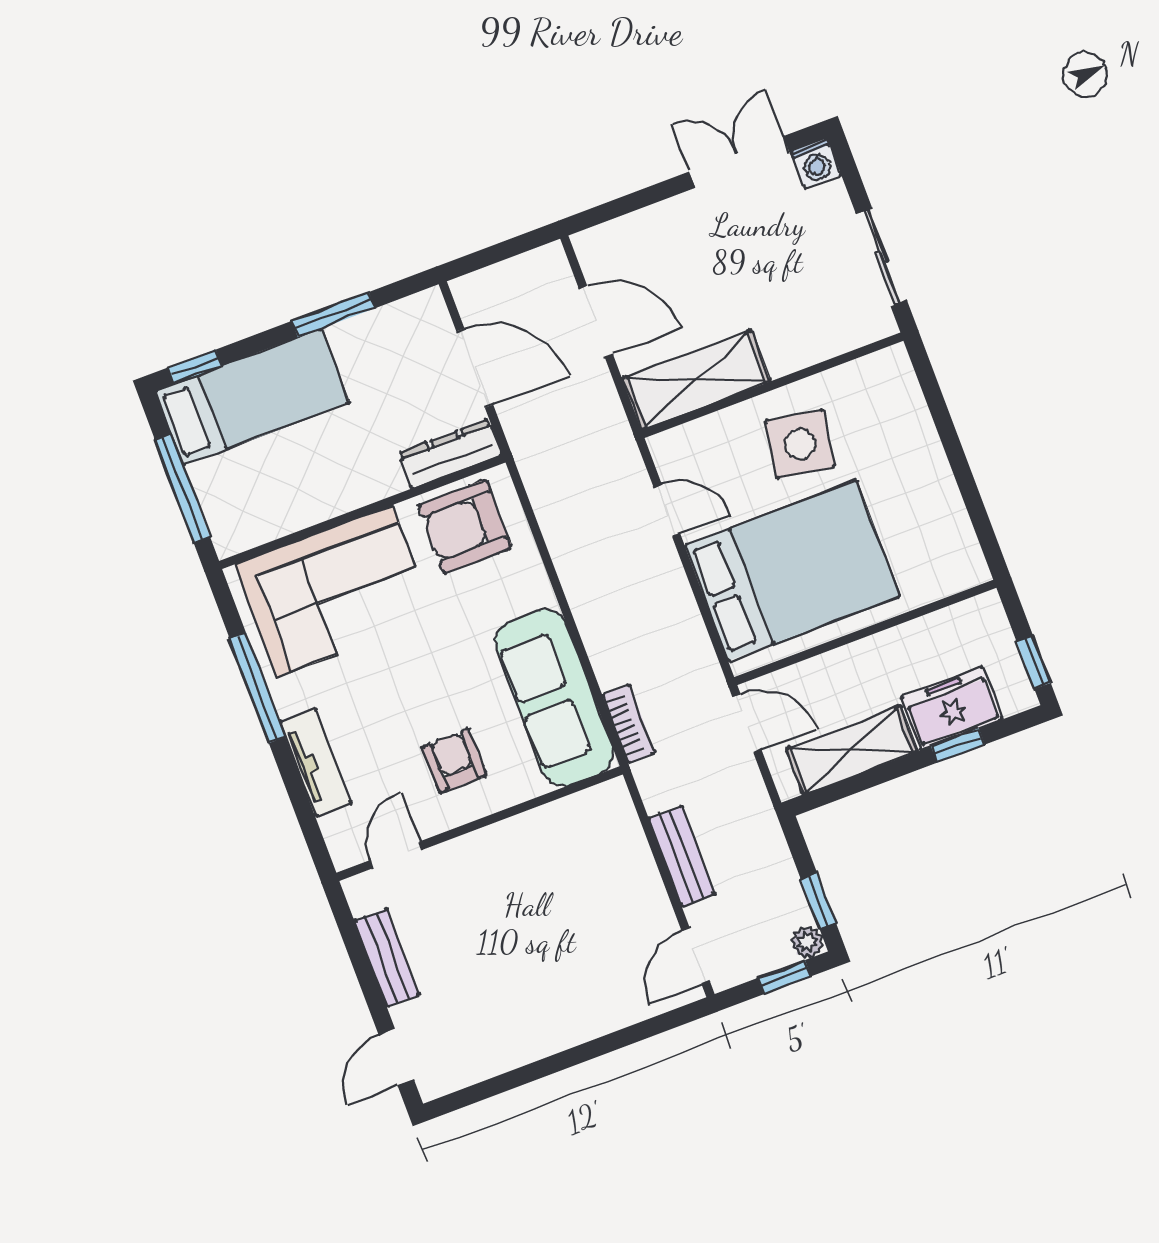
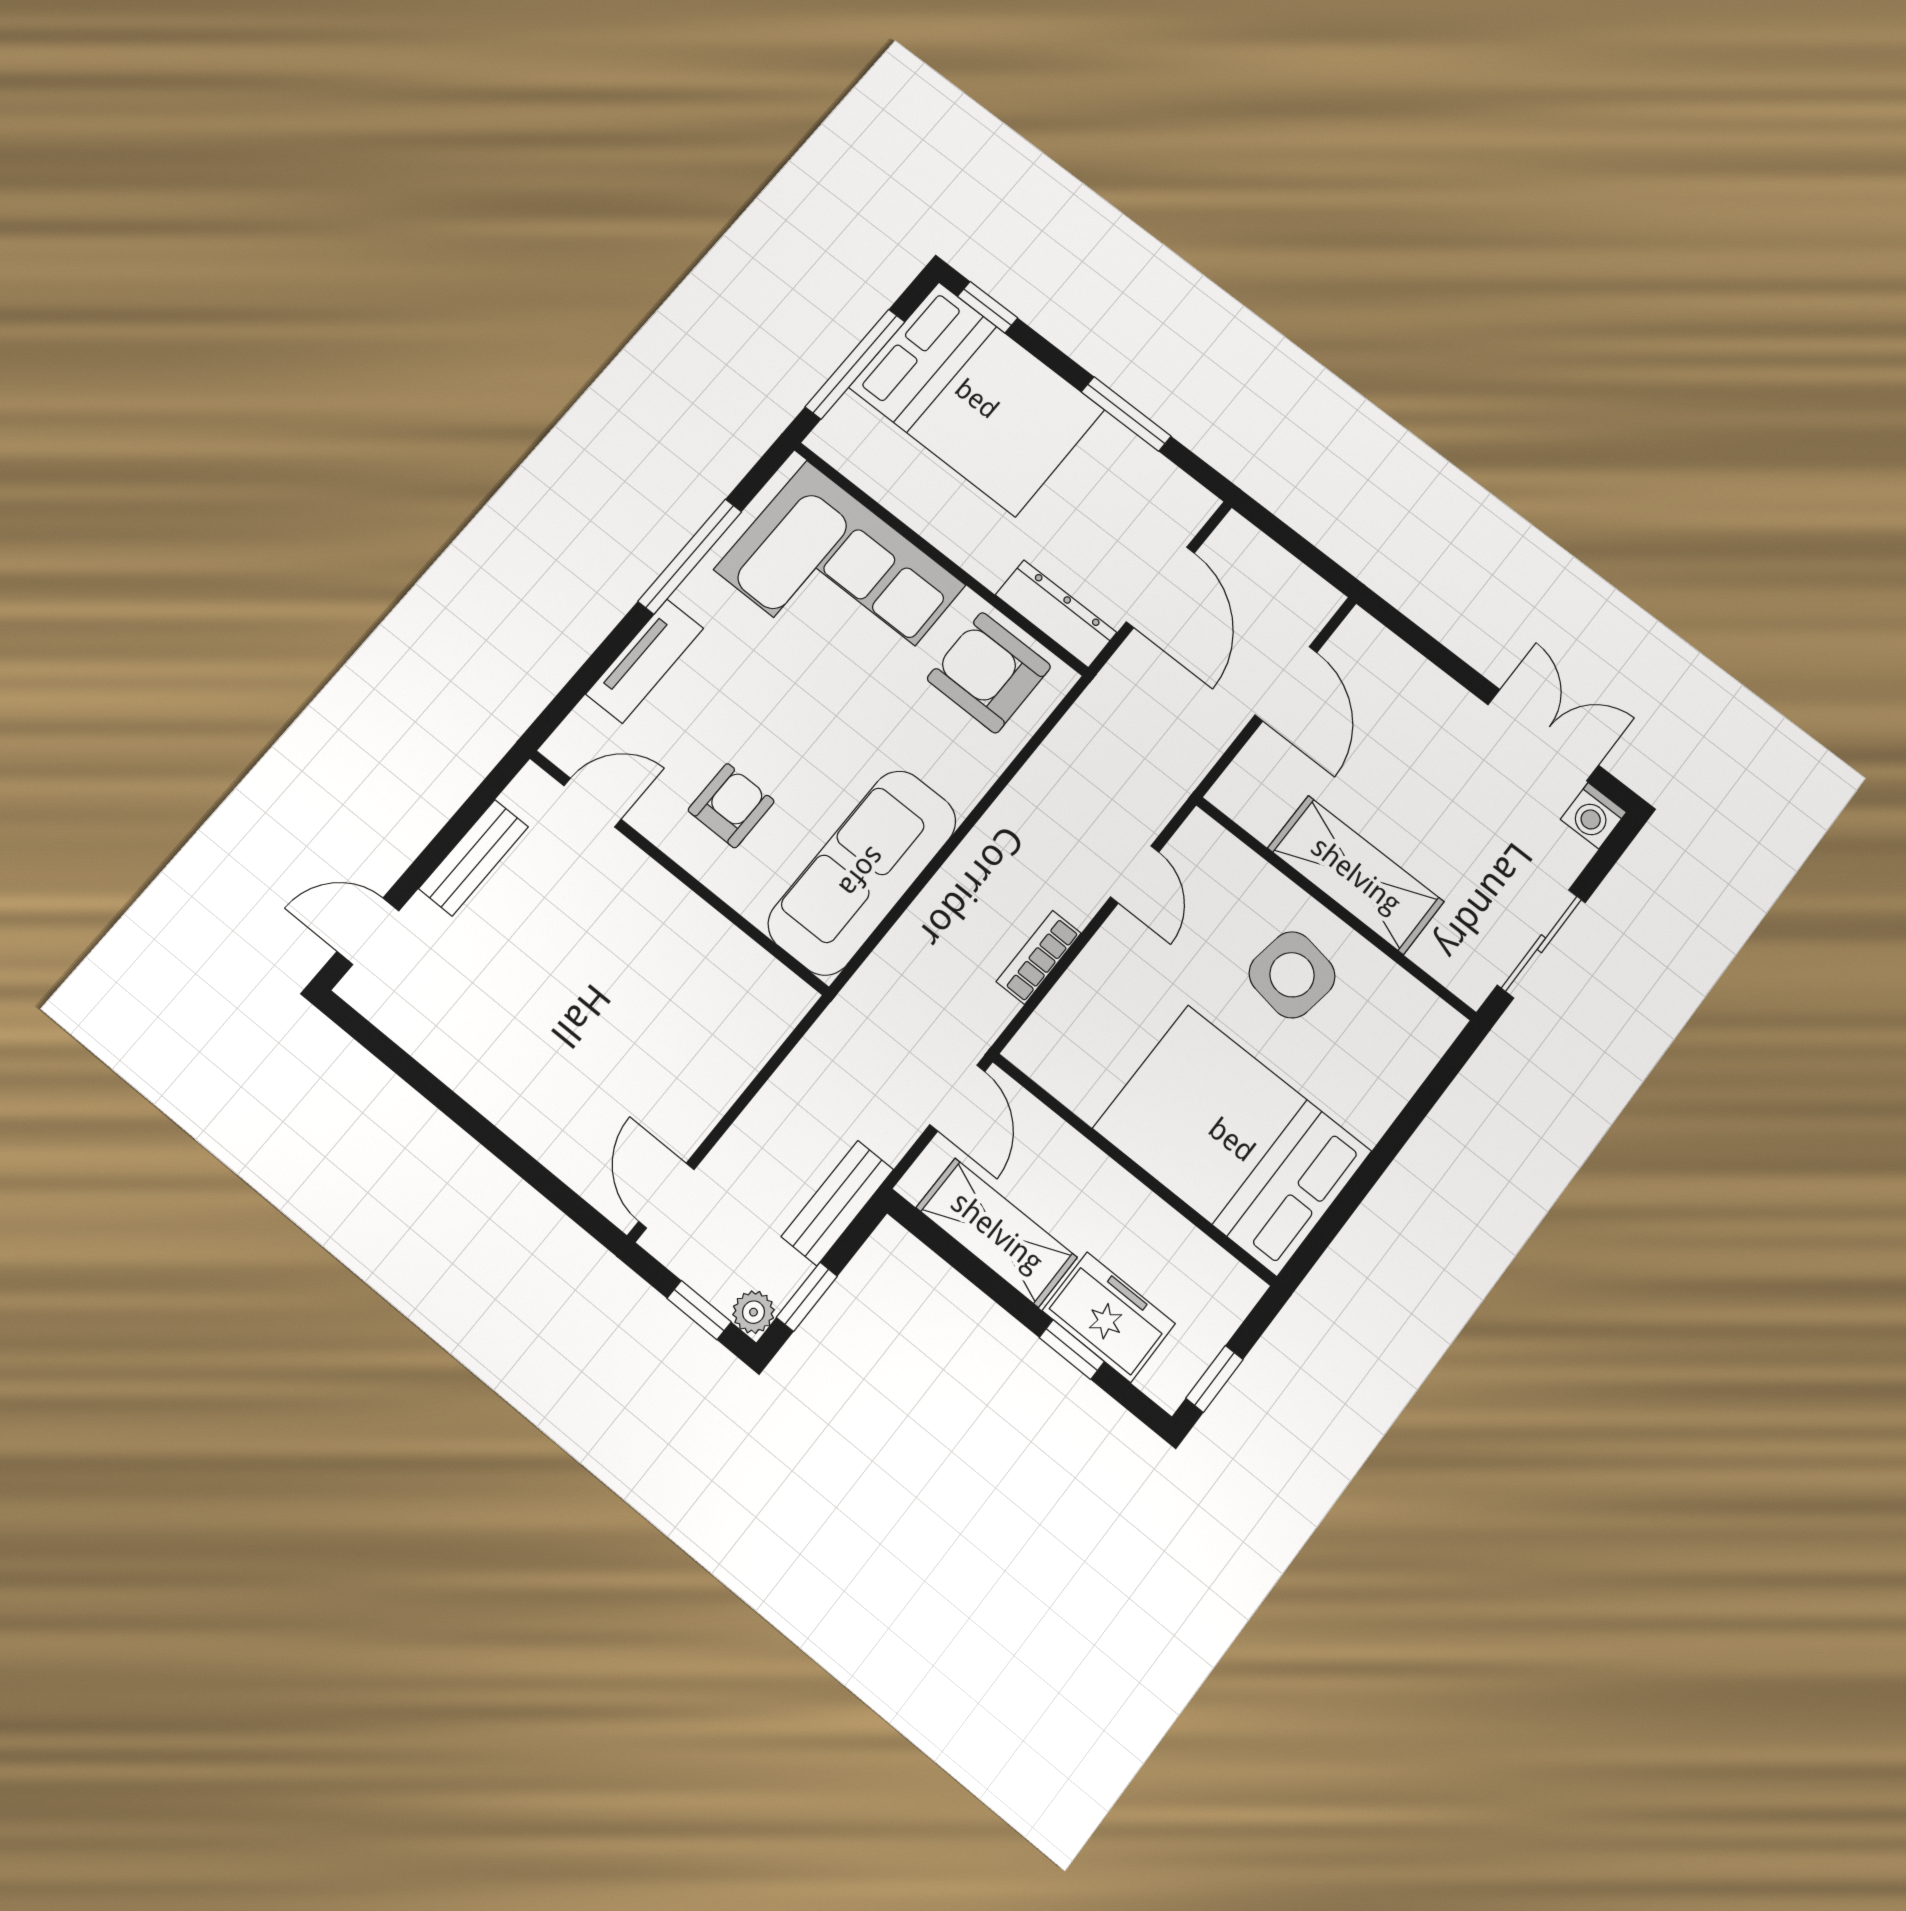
shelving: (696, 380) -> (1356, 875), moved
bed: (252, 397) -> (977, 399), width x1.50
bed: (792, 571) -> (1232, 1140), moved, turned 180
bookcase: (629, 724) -> (1039, 957), moved, turned 180
bench: (682, 856) -> (837, 1203), moved
door: (696, 956) -> (666, 1195), hinge flipped

